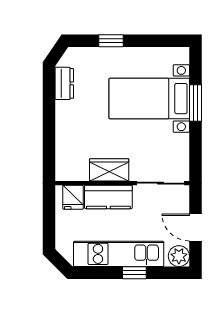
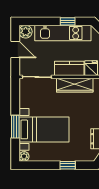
plant: (181, 55) -> (24, 156), added
wardrobe: (109, 170) -> (75, 85), width x1.50
window: (134, 273) -> (68, 21), moved

